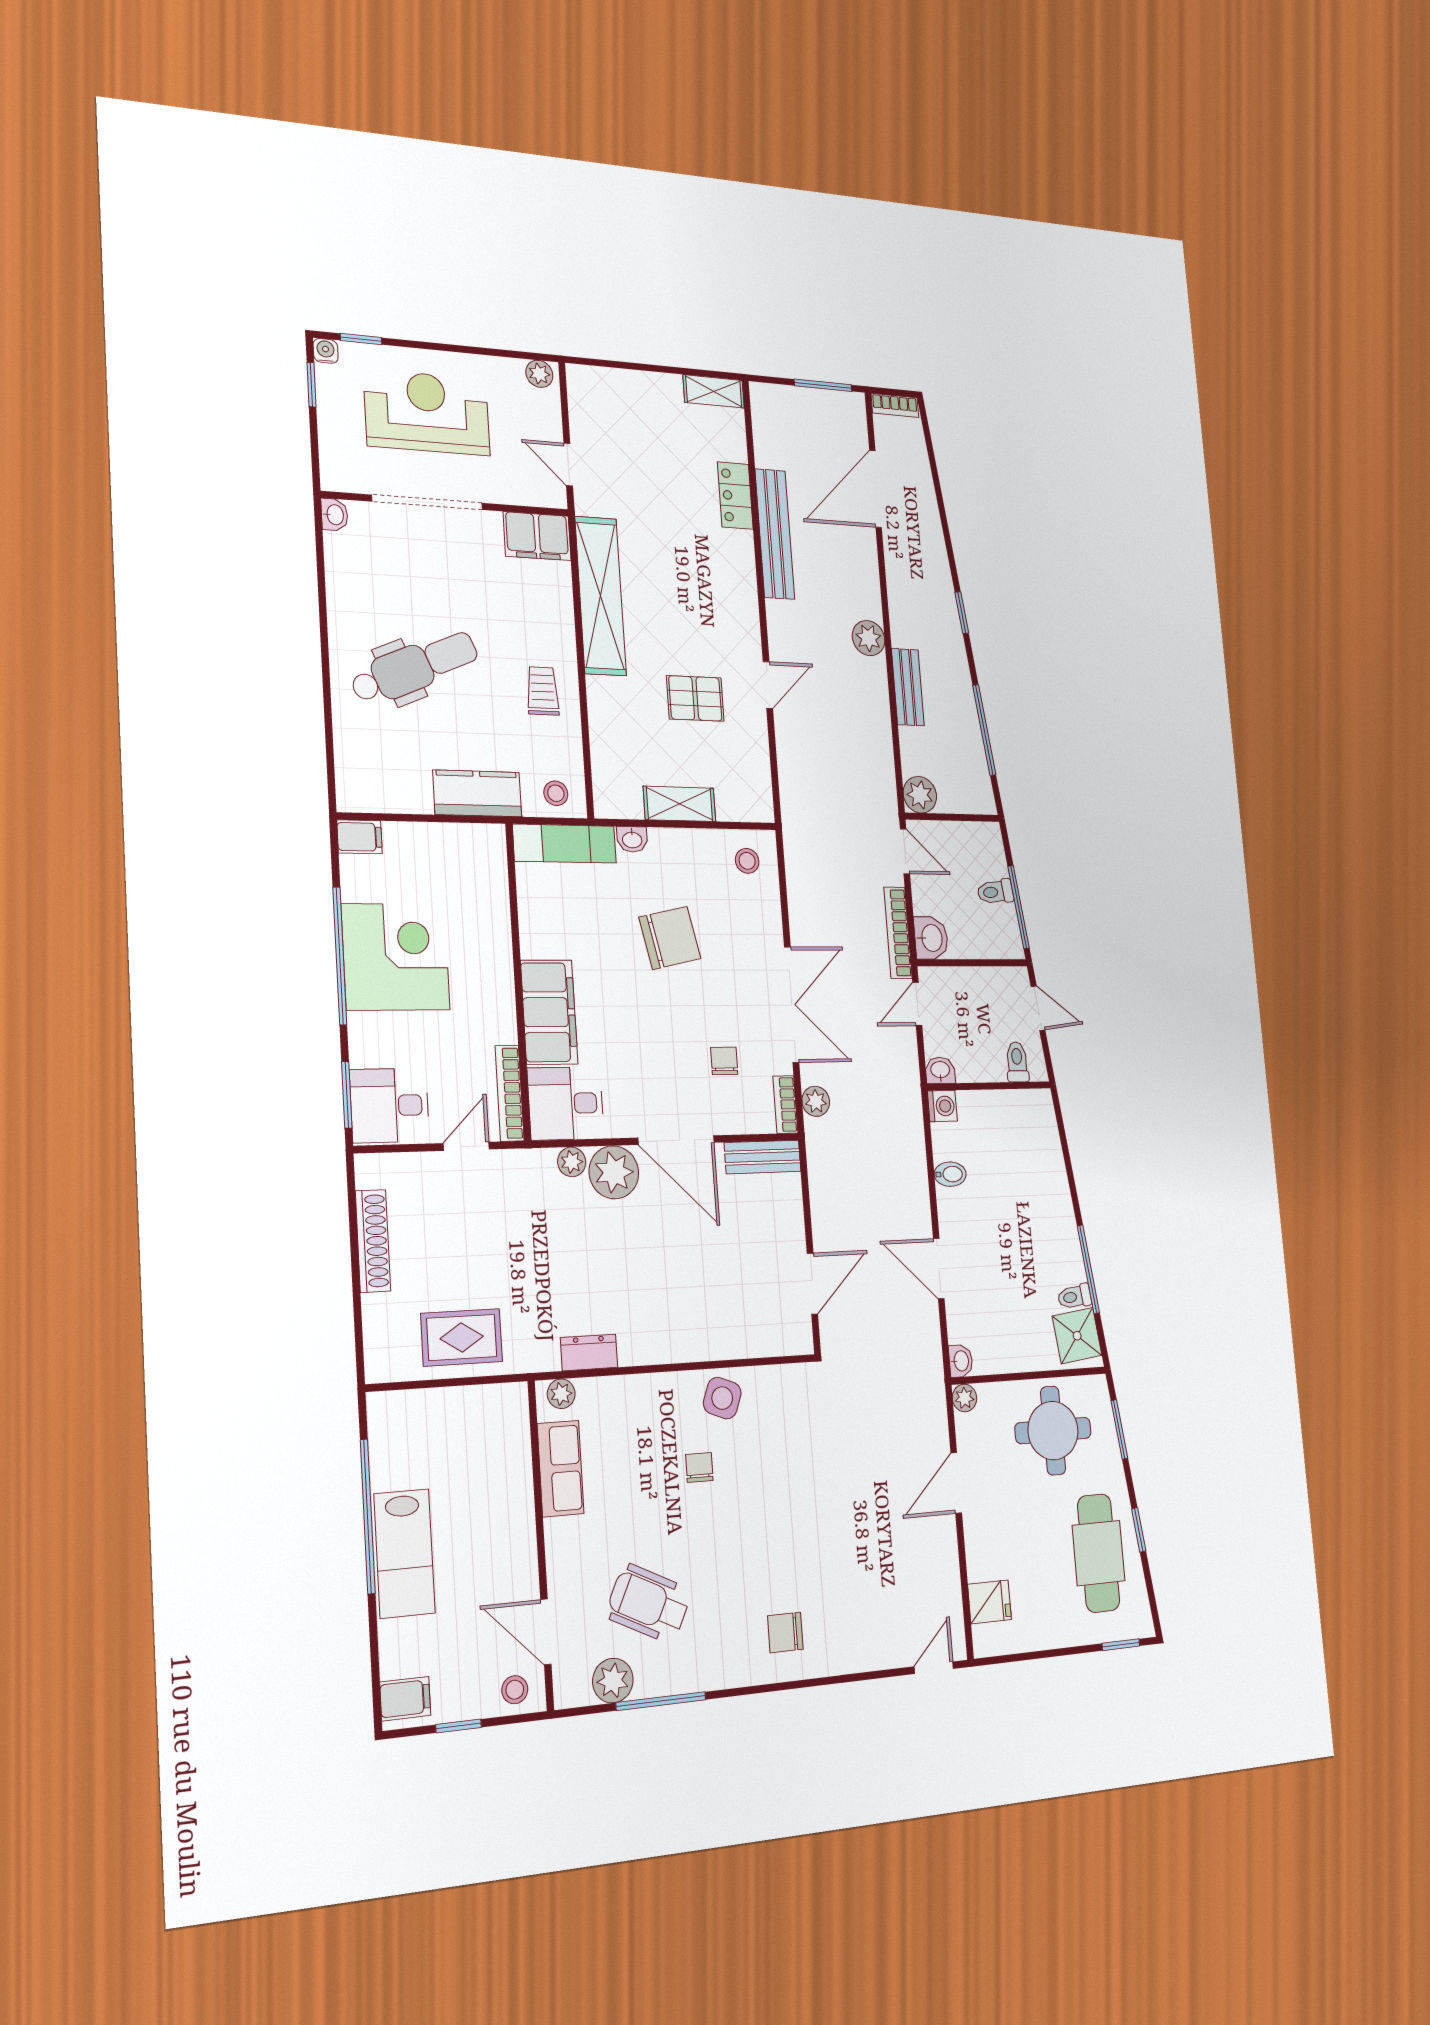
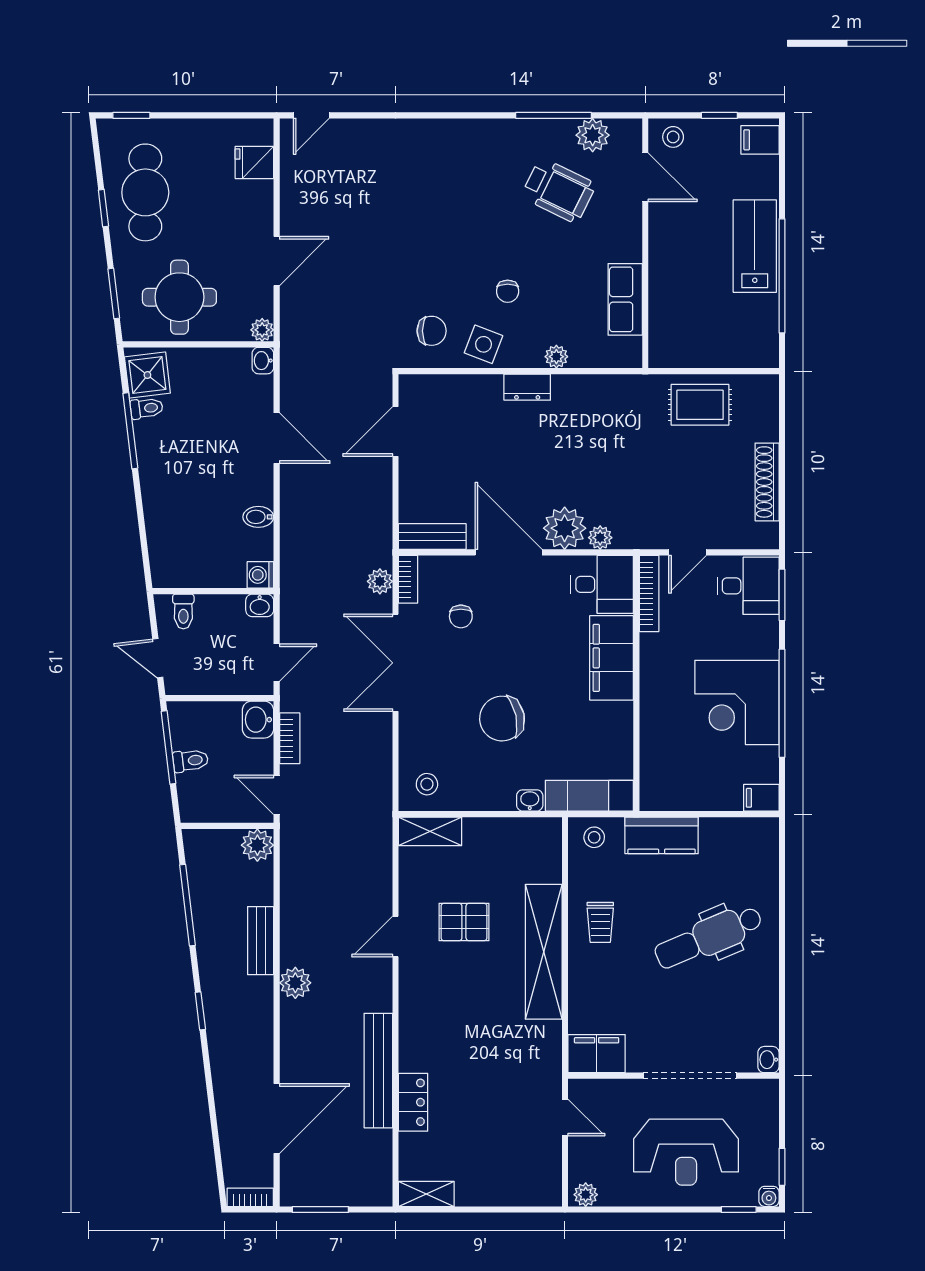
shelving: (601, 596) -> (544, 952), moved
shelving: (680, 804) -> (430, 831), moved
bookcase: (898, 933) -> (290, 738), width x0.64
dresser: (589, 1352) -> (527, 387), moved
plant: (561, 1394) -> (556, 357), moved
chair: (785, 1633) -> (432, 331), moved

